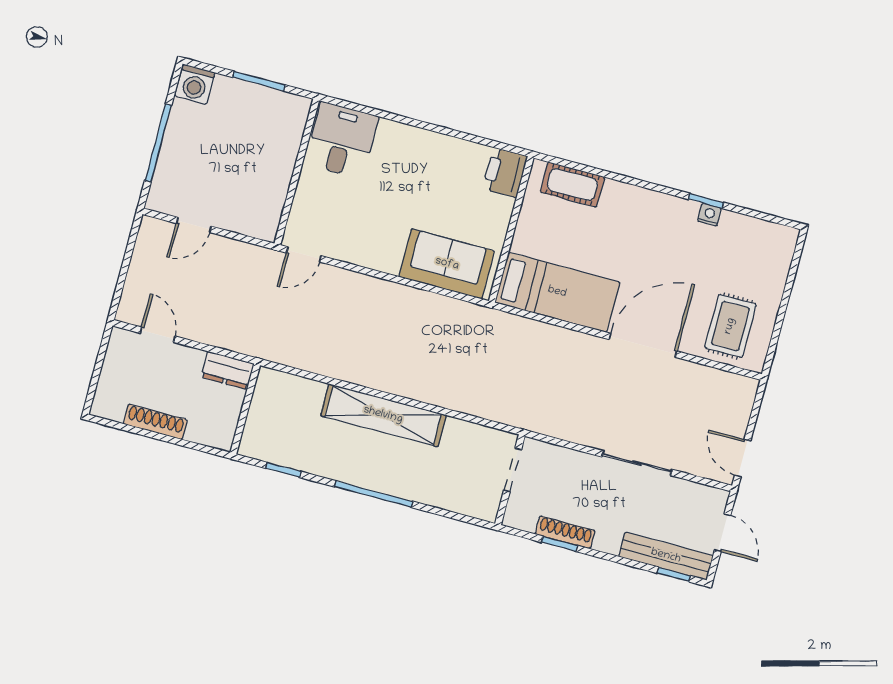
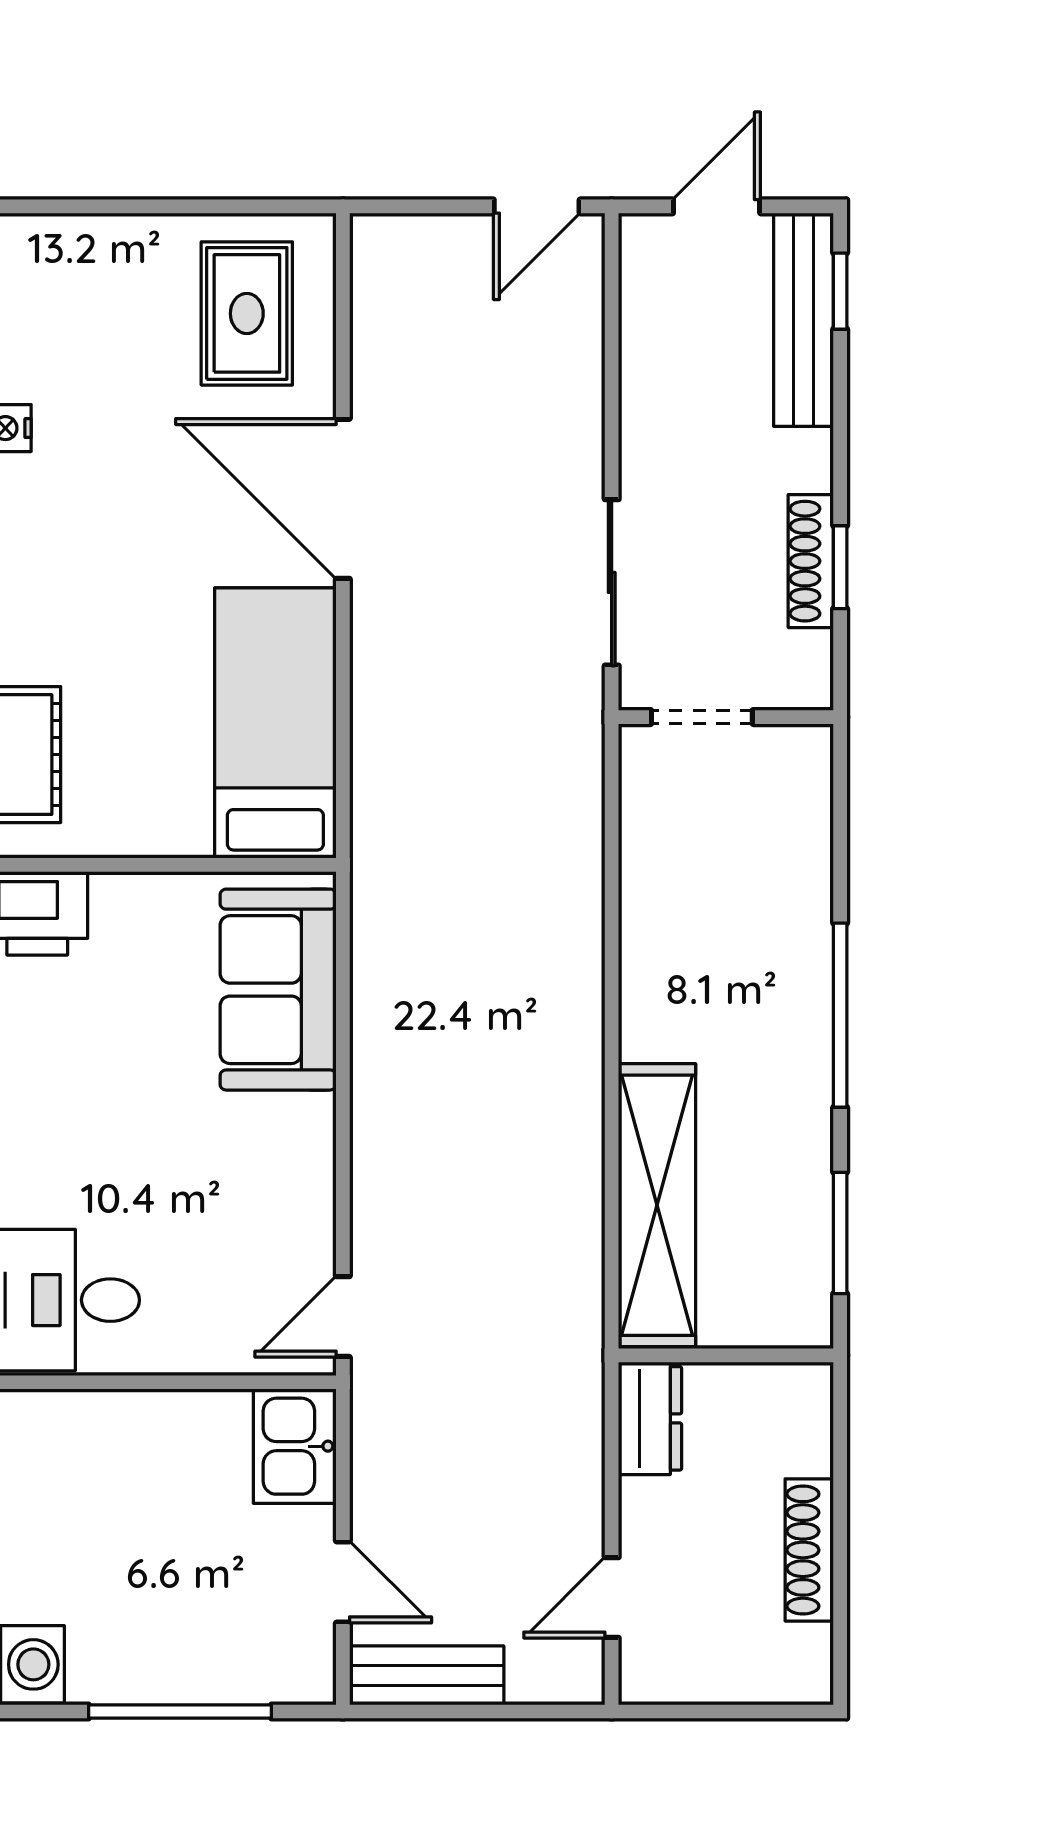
kitchen sink: (255, 220) -> (295, 1446), added
bench: (146, 249) -> (427, 1675), added
door: (304, 254) -> (343, 1317), swing flipped
rug: (730, 326) -> (247, 313), turned 90
shelving: (383, 415) -> (657, 1205), moved
sliding door: (637, 463) -> (612, 582), moved
window: (283, 470) -> (840, 1233), width x1.50

